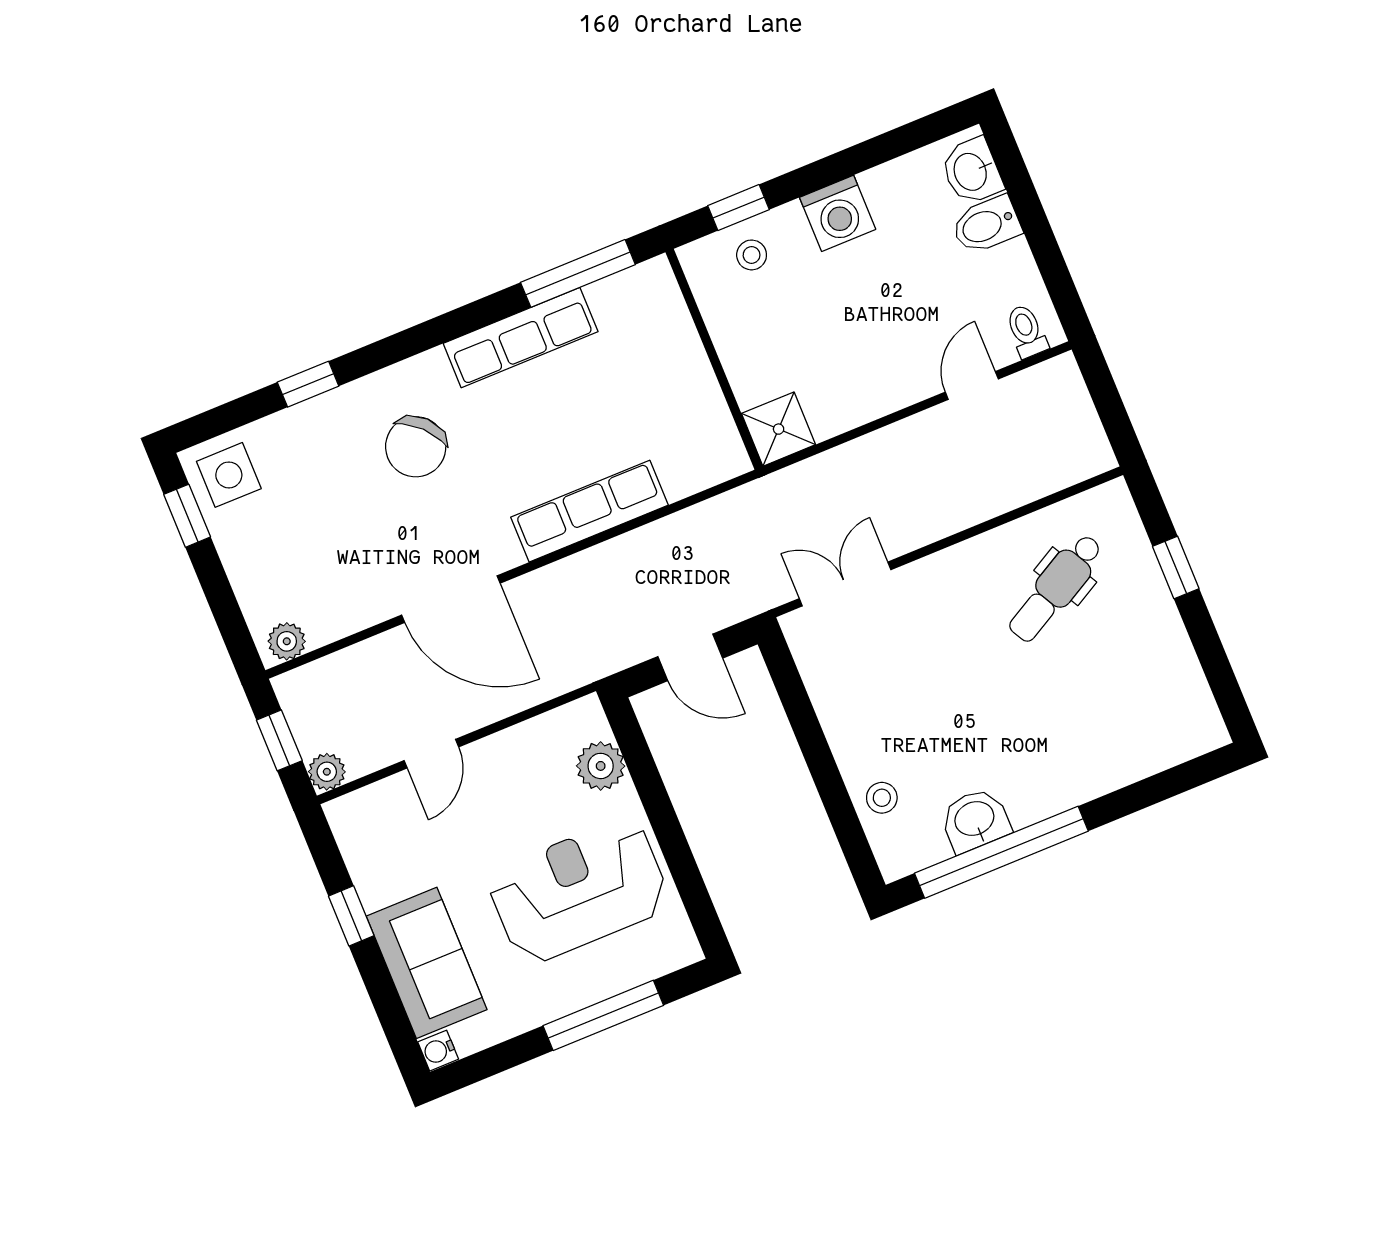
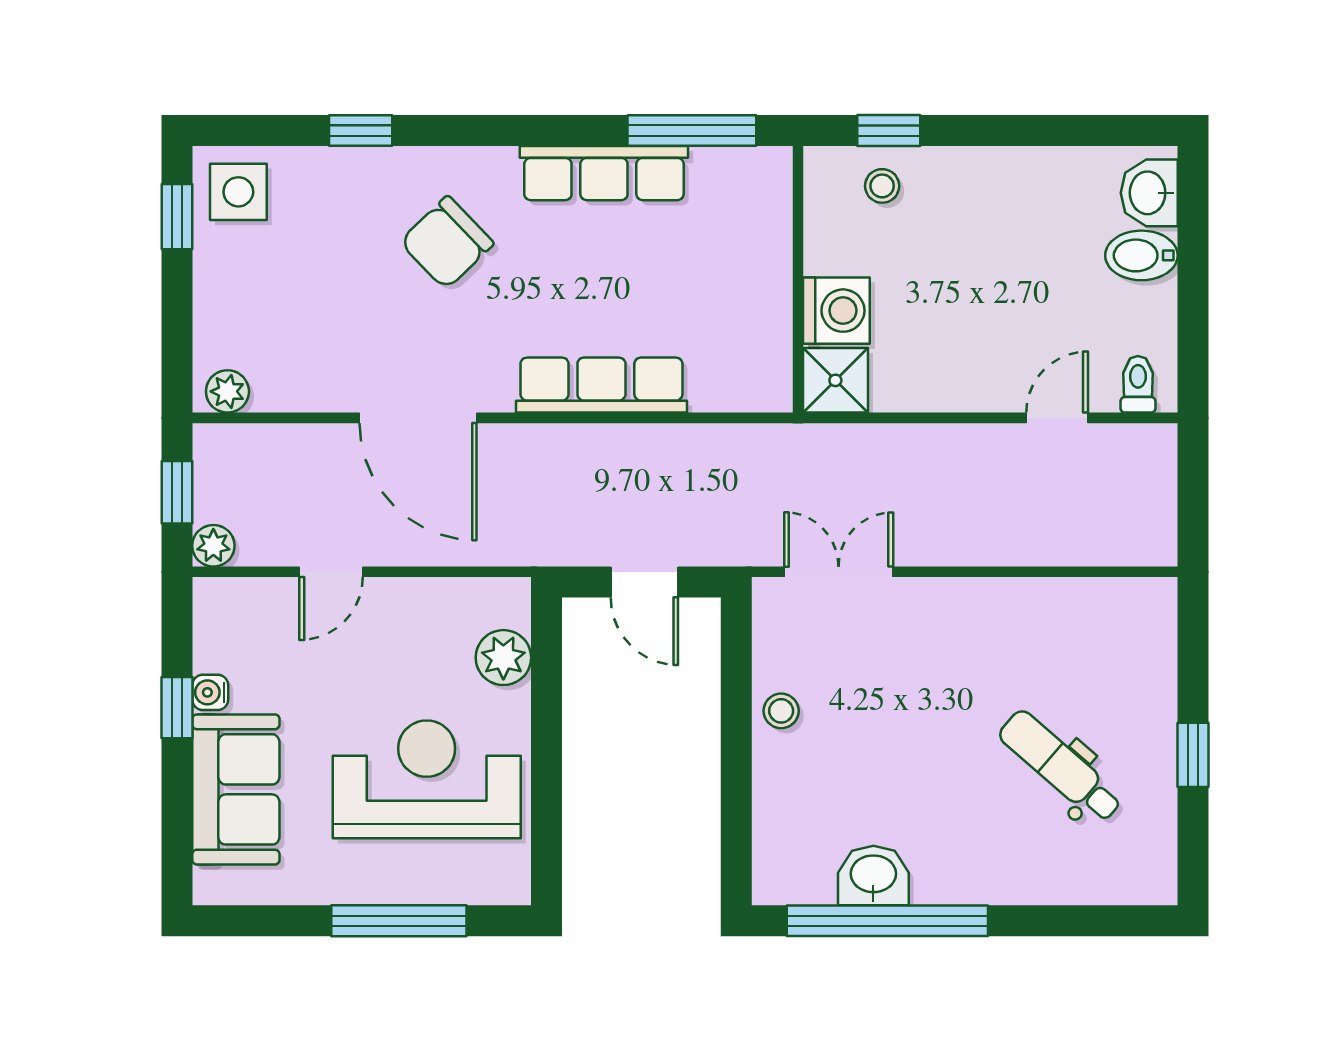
washing machine: (838, 213) -> (836, 311), moved, turned -90
window: (1176, 567) -> (1193, 755), moved
dental chair: (1056, 588) -> (1061, 767), moved, turned 70
stool: (882, 798) -> (781, 711), moved
water cooler: (438, 1051) -> (210, 692), moved

